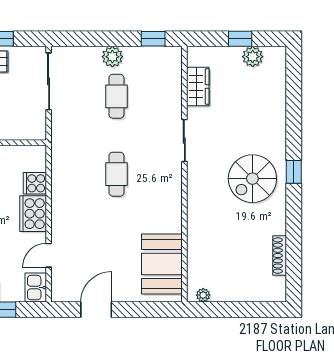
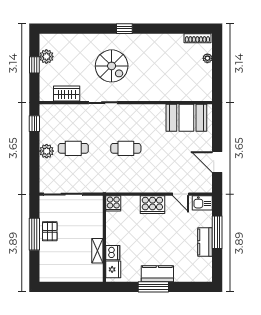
spiral stairs: (252, 179) -> (112, 66), moved
cooker: (35, 183) -> (113, 203), moved
shoe rack: (280, 256) -> (197, 38), moved
plant: (203, 295) -> (207, 58), moved

